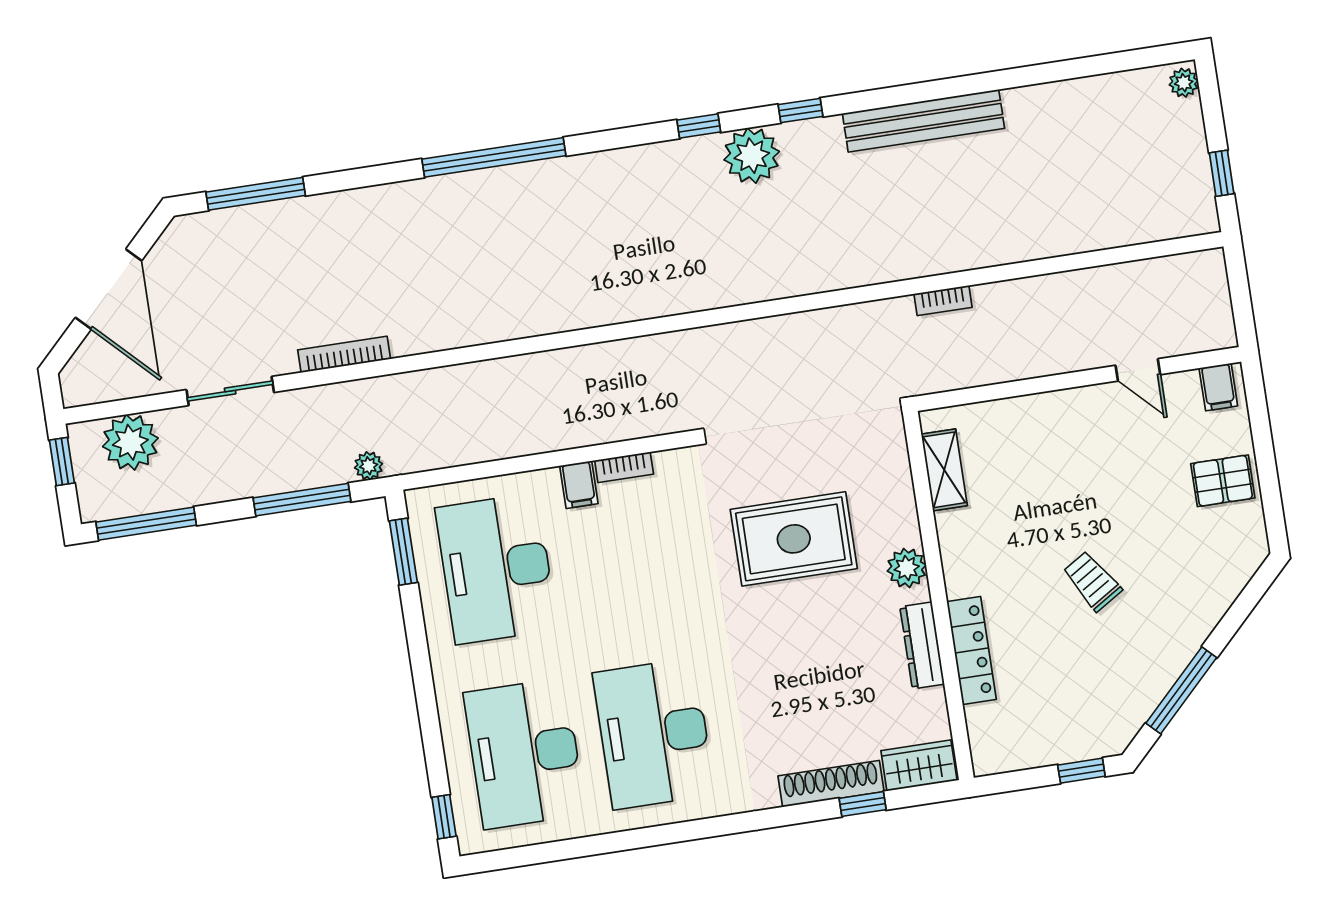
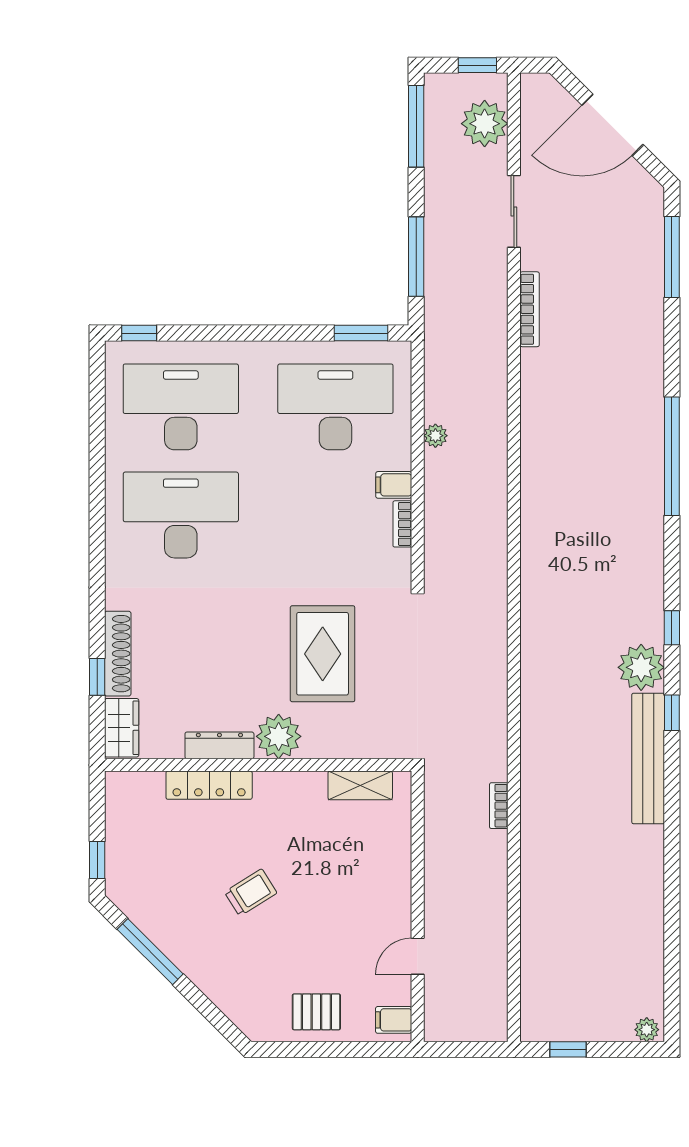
bench: (923, 121) -> (648, 758), moved
plant: (369, 466) -> (435, 436), moved
pallet: (1223, 481) -> (316, 1012), turned 90
plant: (907, 568) -> (279, 736), width x1.36, depth x1.36

